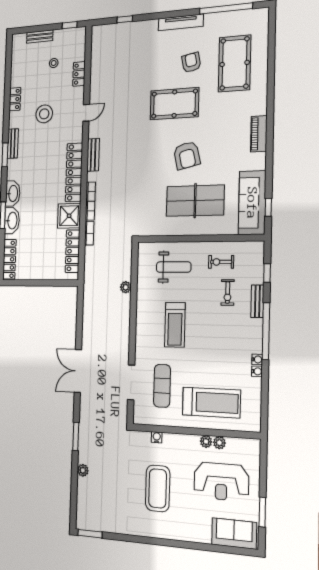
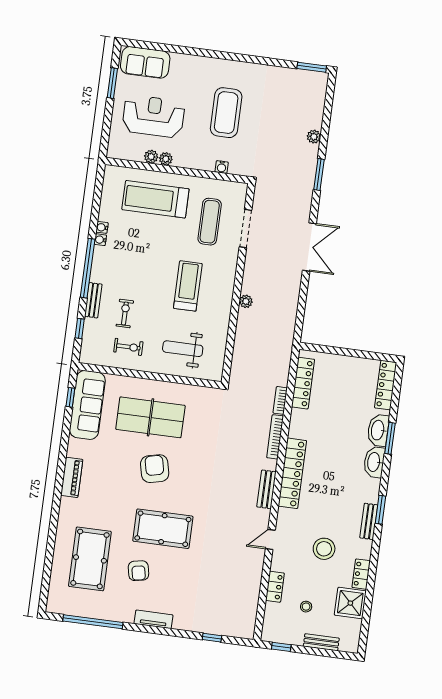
tv unit: (181, 22) -> (153, 619), width x0.71
shower: (69, 216) -> (350, 603), moved
plant: (126, 287) -> (246, 301), moved

